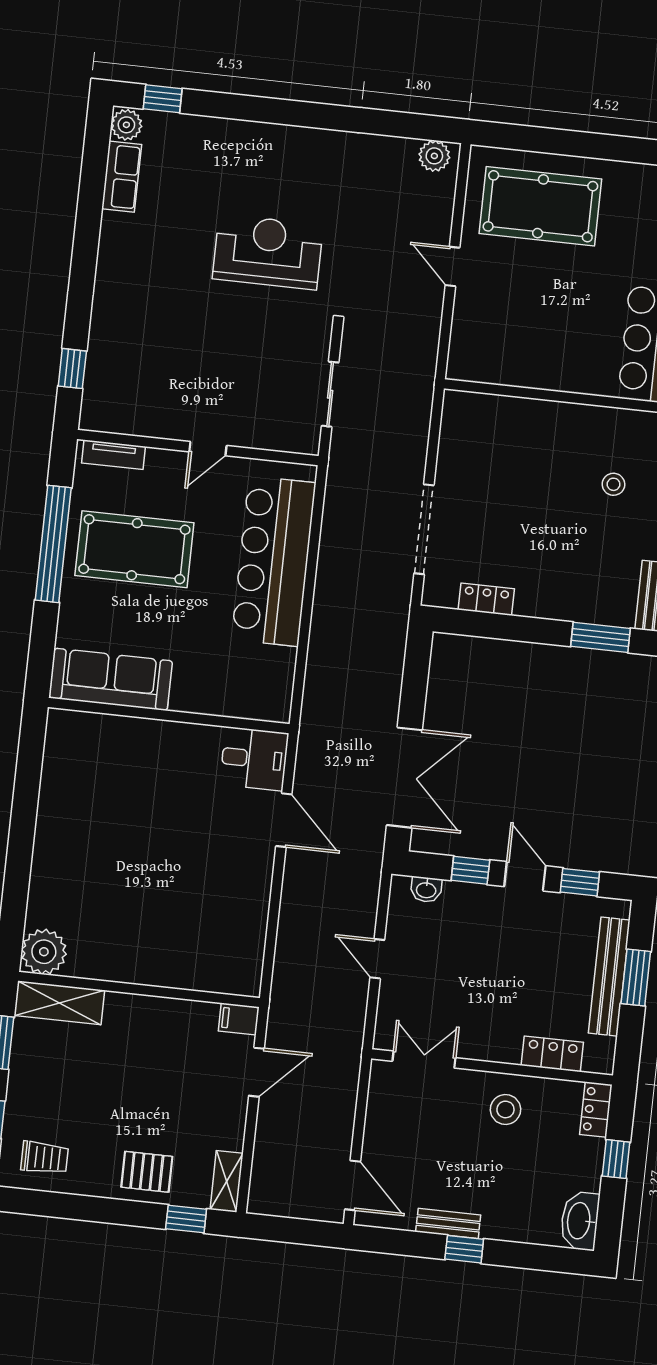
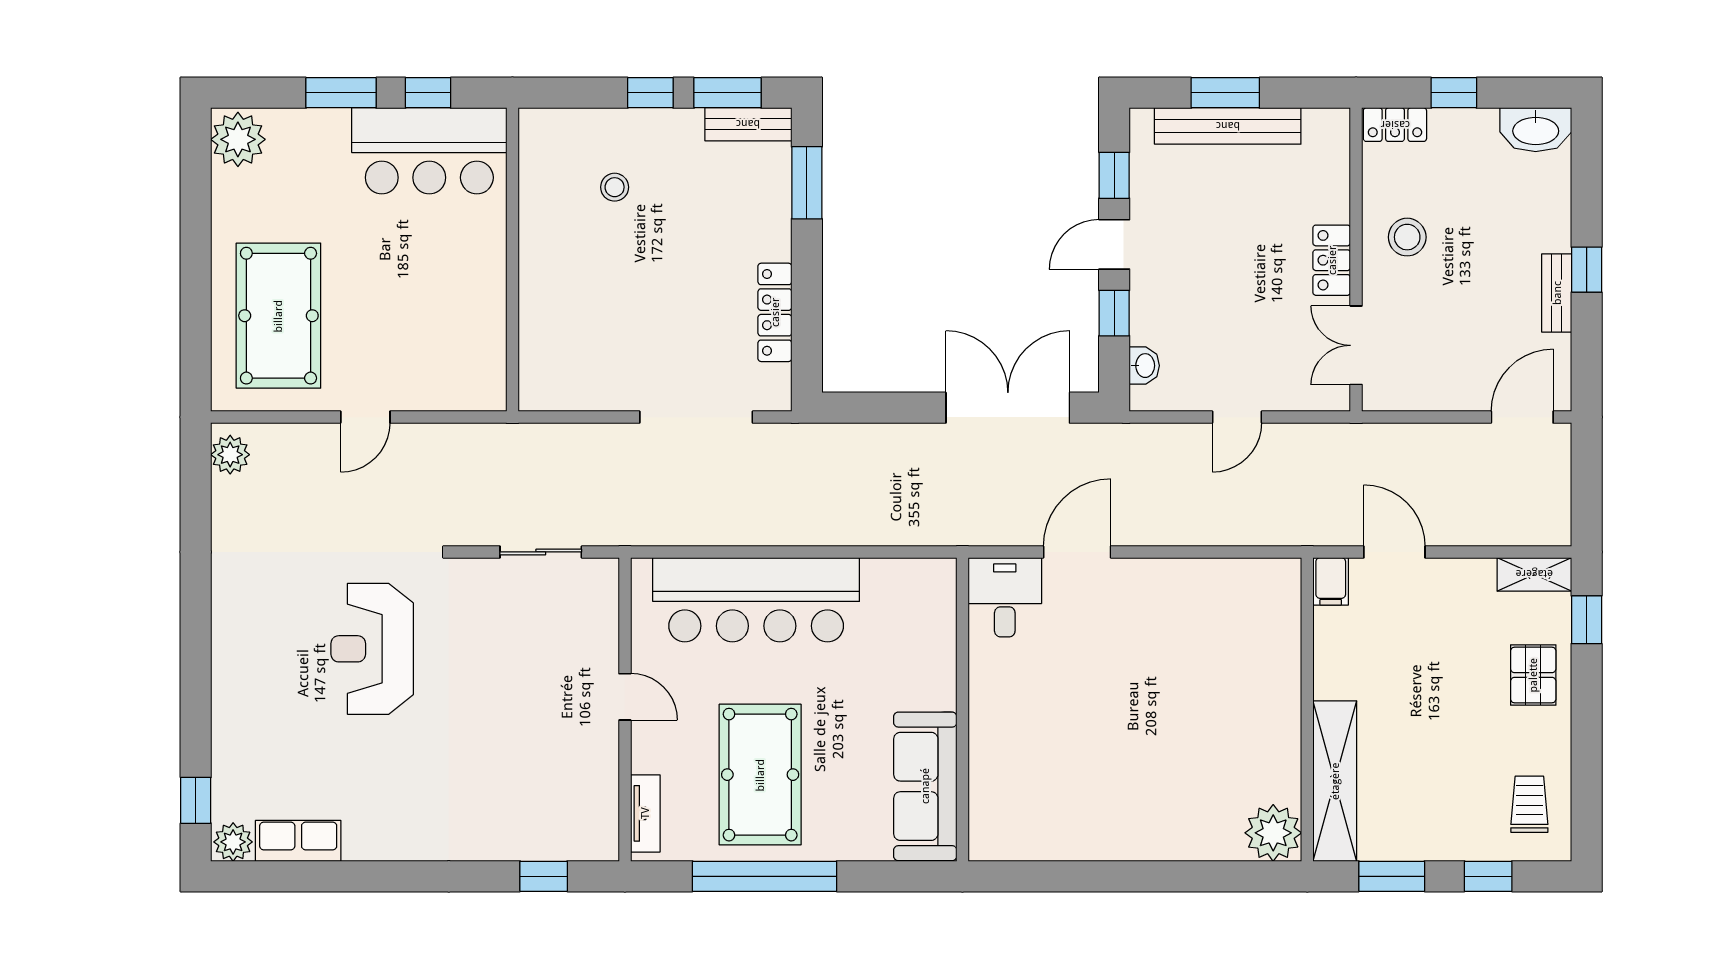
locker: (486, 599) -> (775, 312), width x1.53
shelving: (59, 1003) -> (1335, 781), width x1.47
locker: (552, 1054) -> (1332, 260), moved

